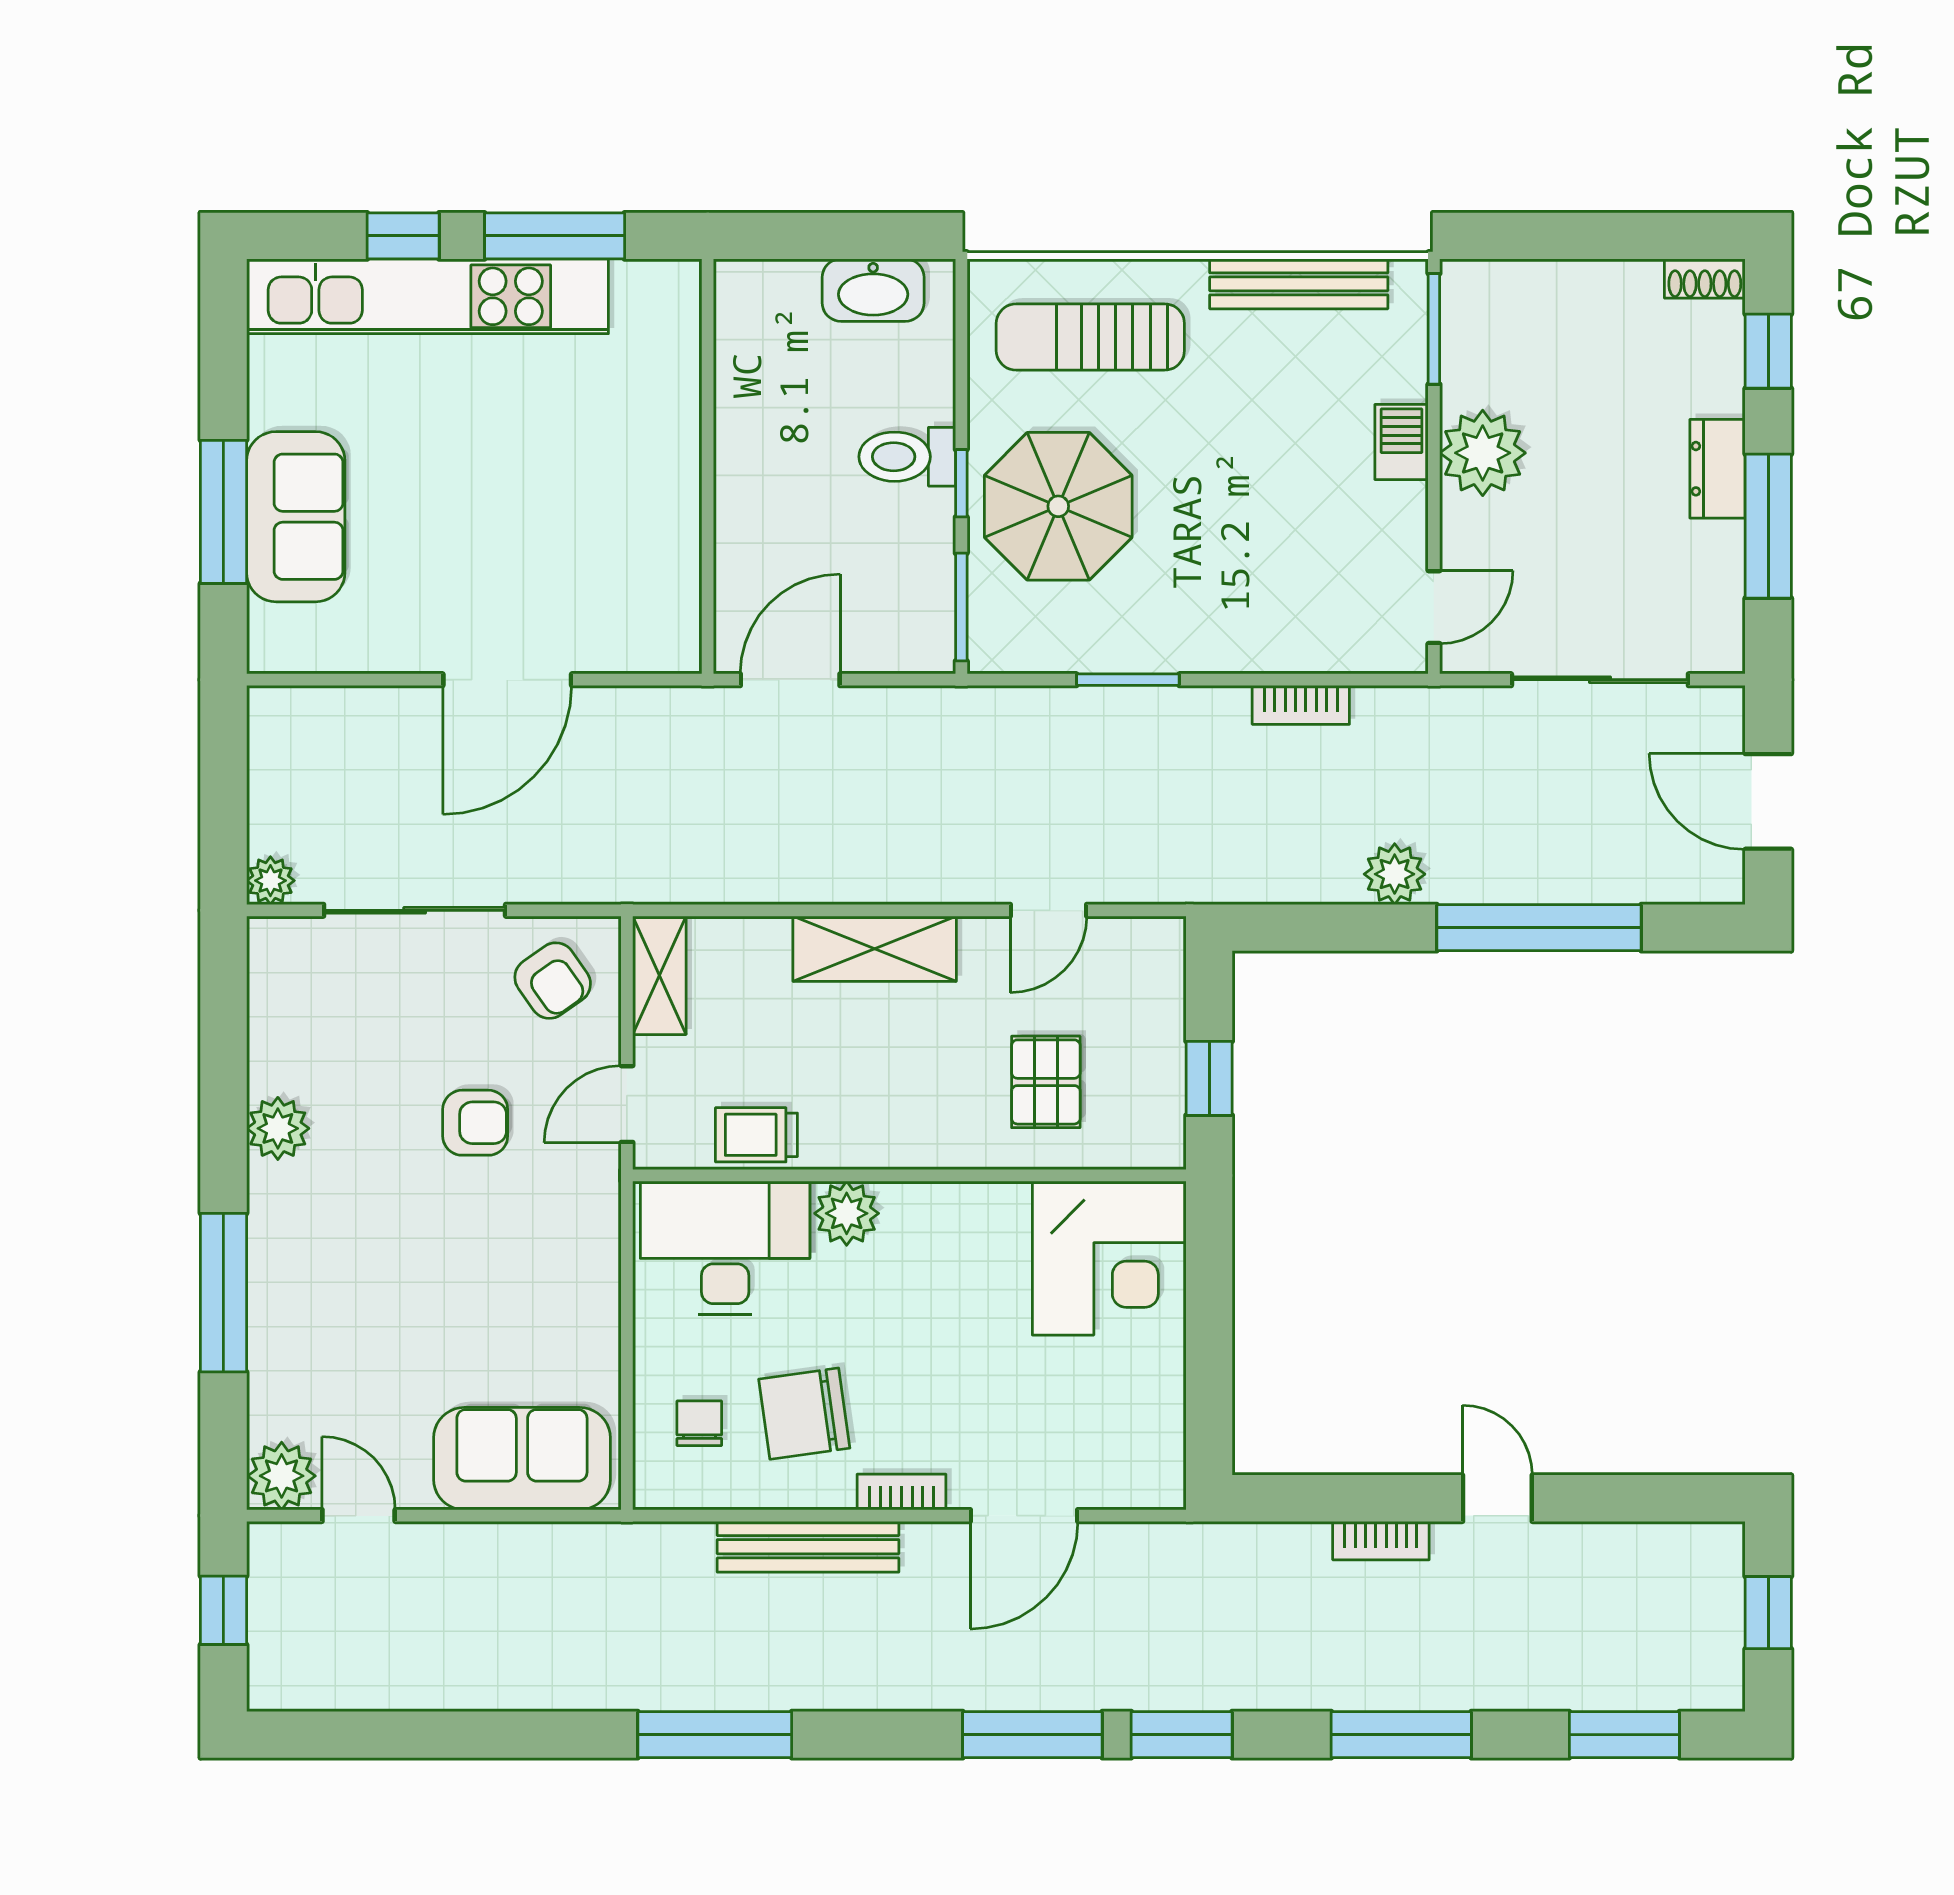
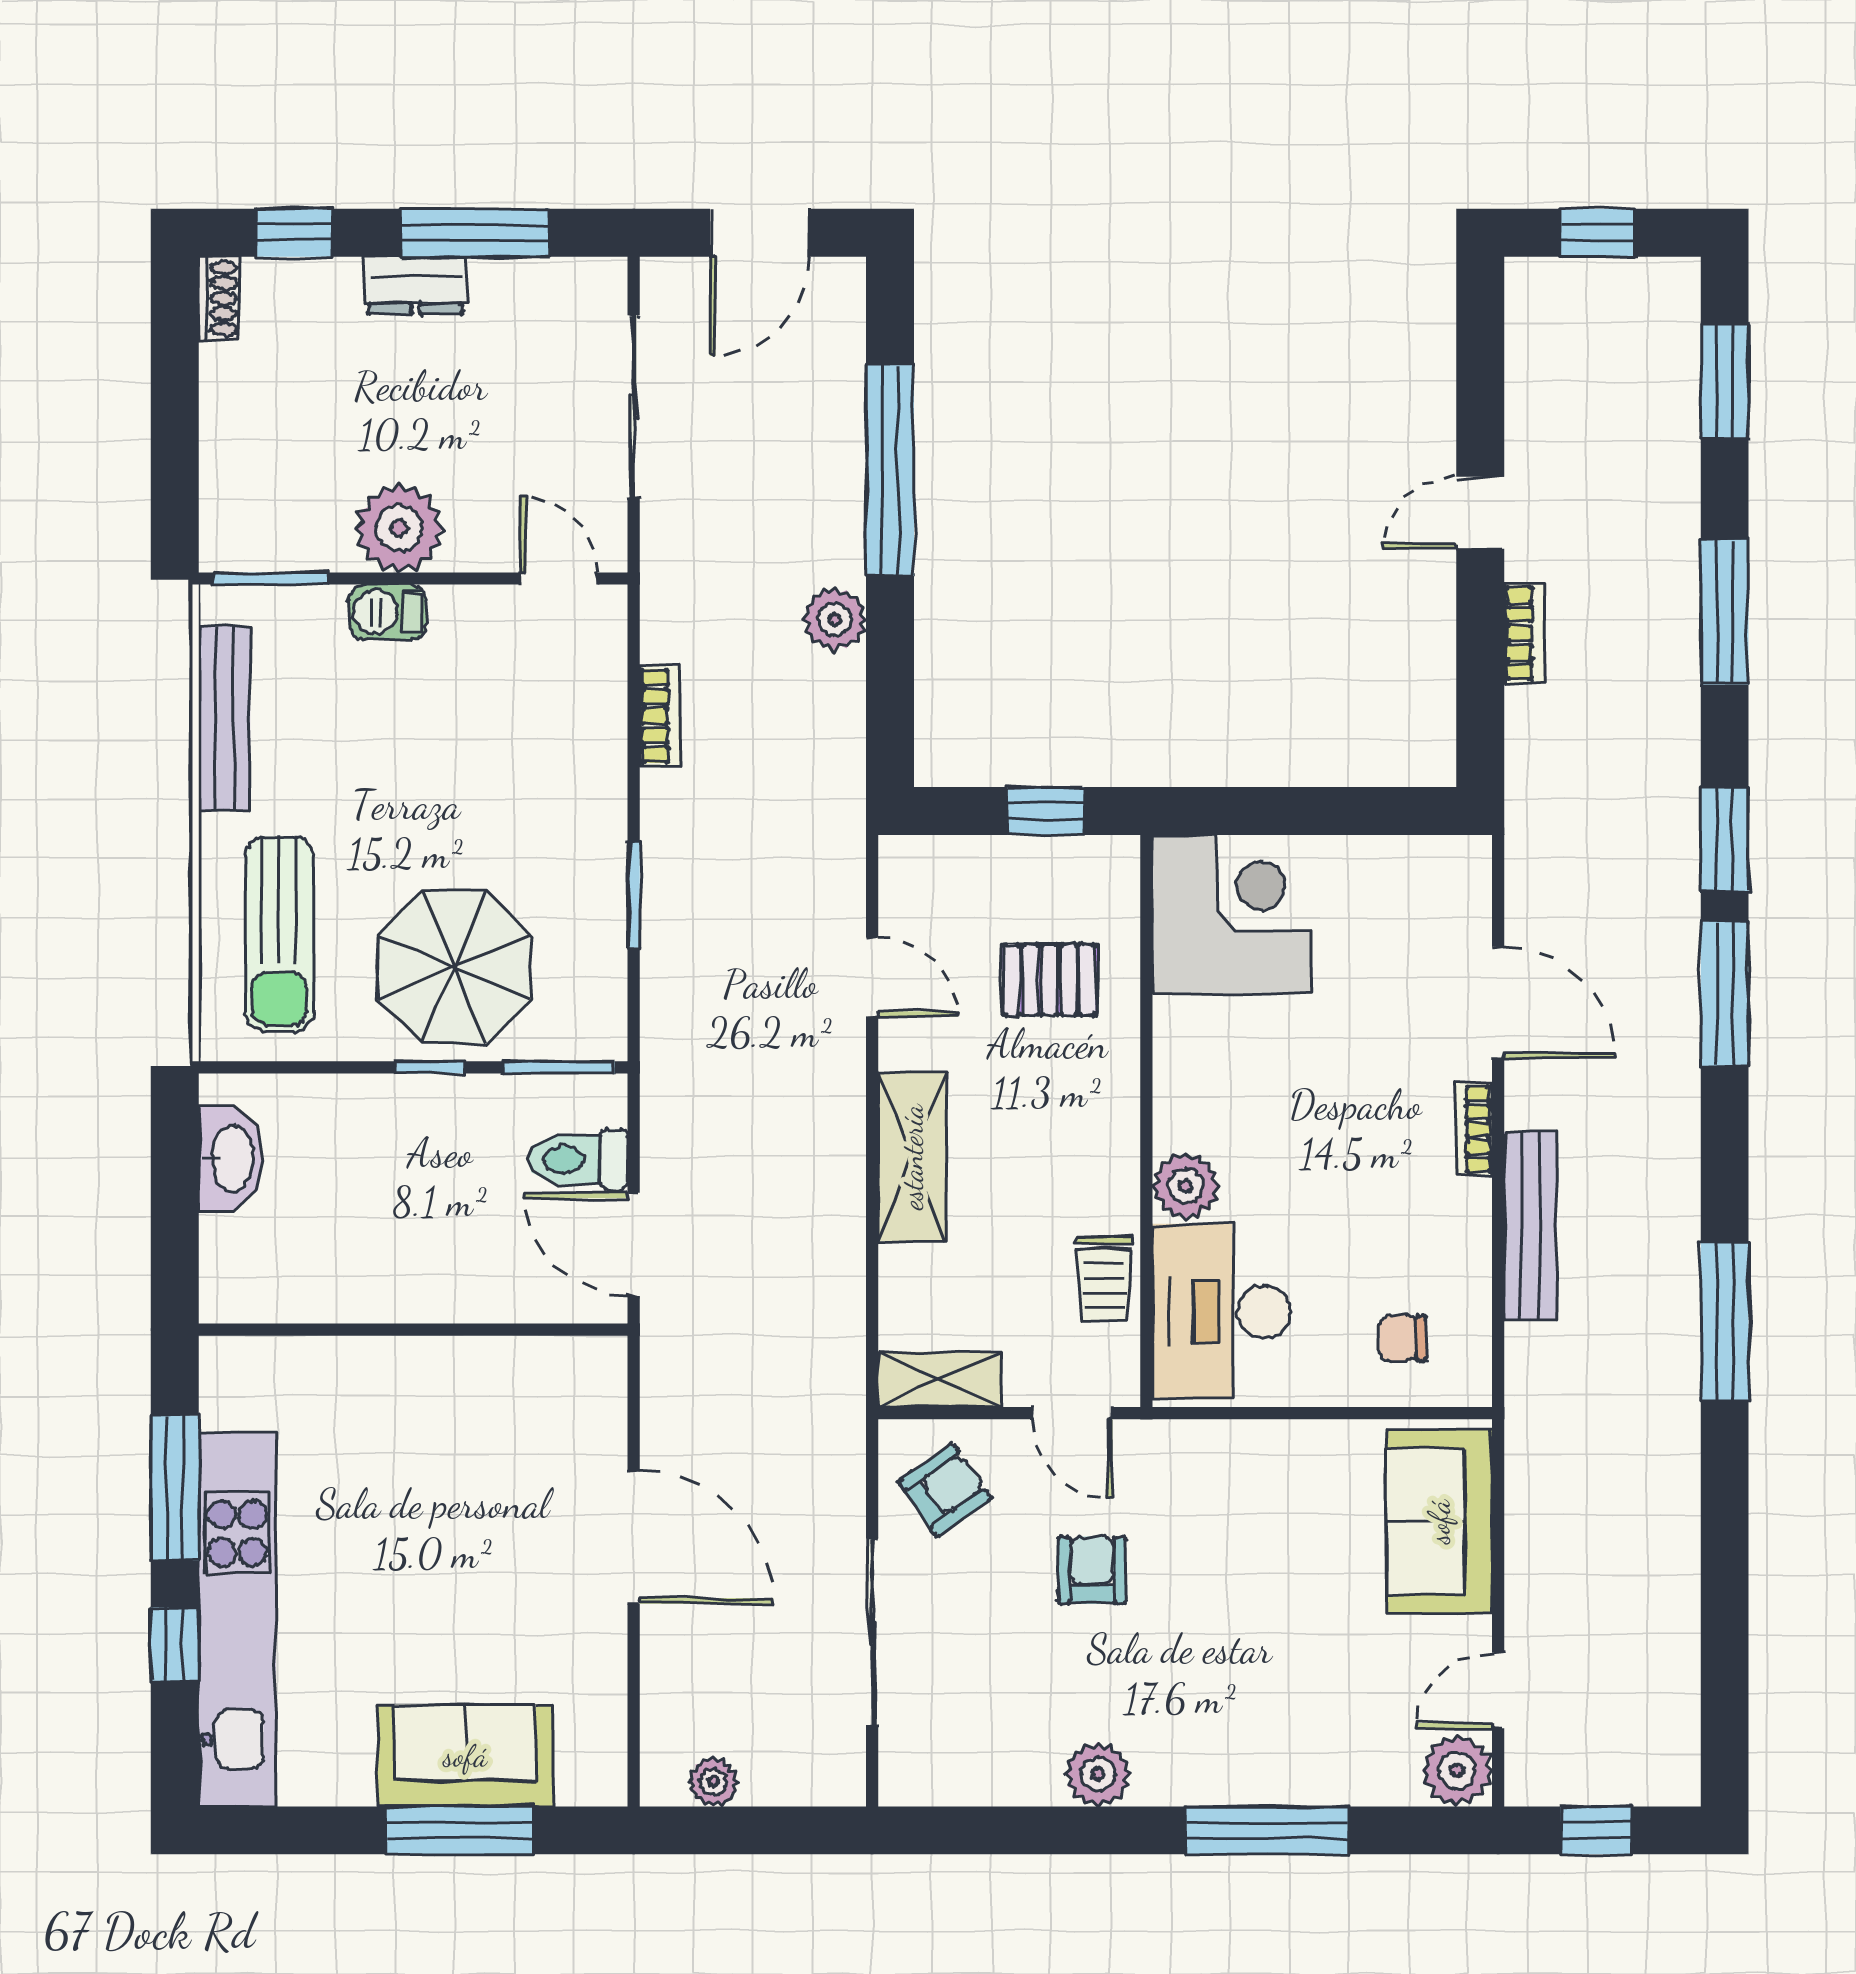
toilet: (907, 457) -> (578, 1159), moved, turned 90
plant: (270, 881) -> (713, 1782), moved
chair: (804, 1414) -> (1393, 1230), removed

